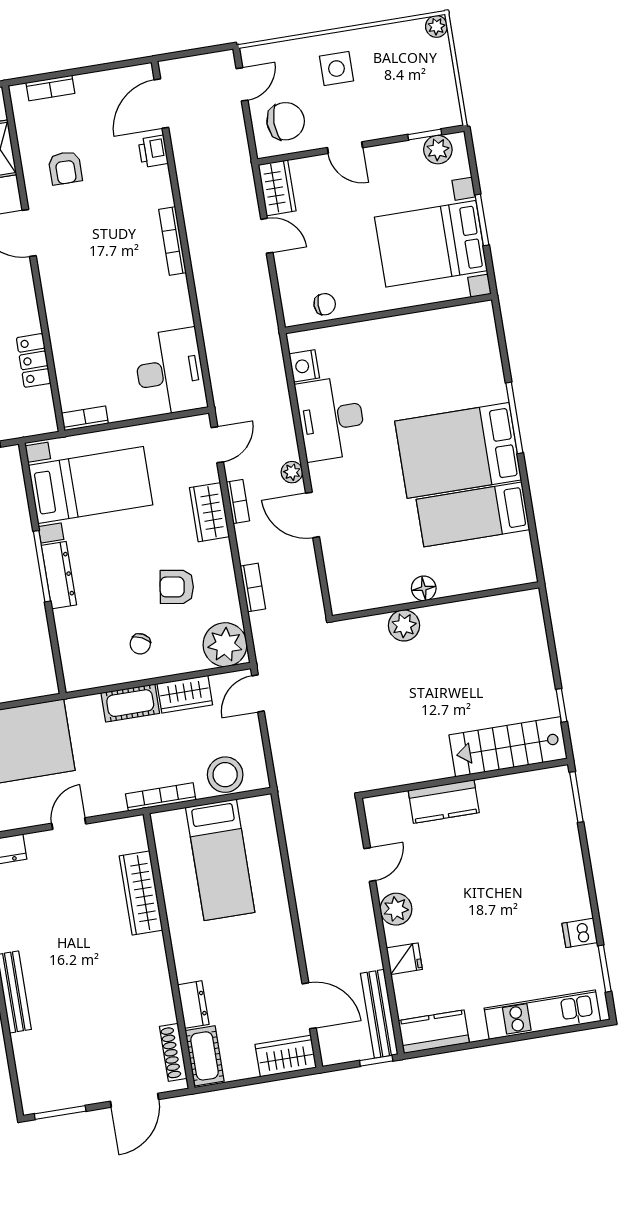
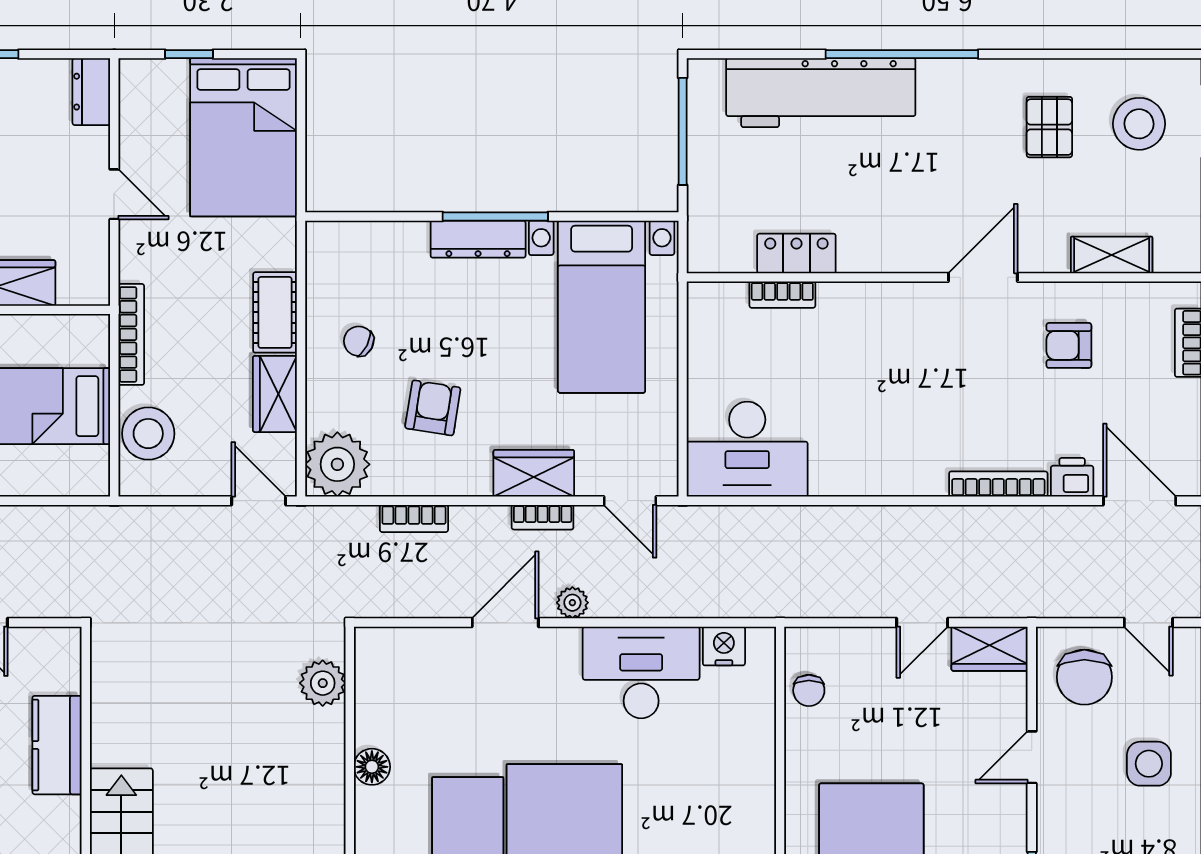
bookcase: (172, 241) -> (998, 484), moved
bookcase: (85, 418) -> (782, 295), moved, turned 90
plant: (404, 625) -> (323, 683), moved

